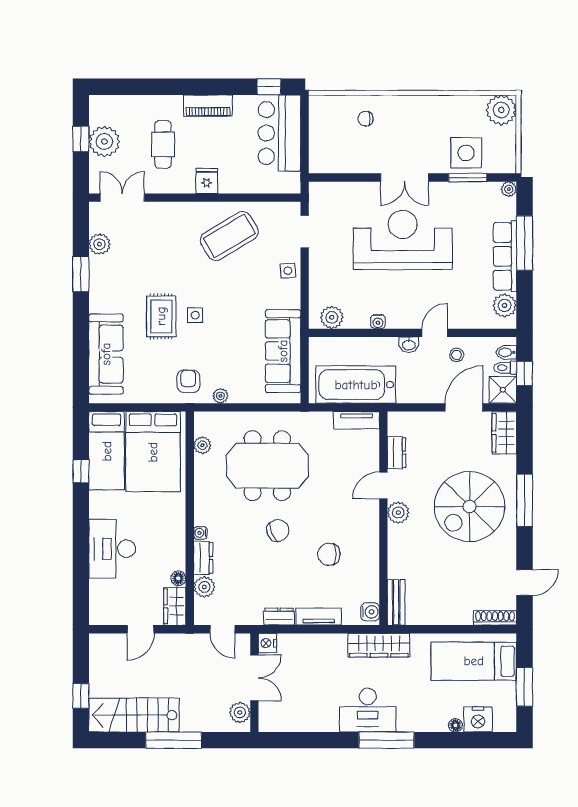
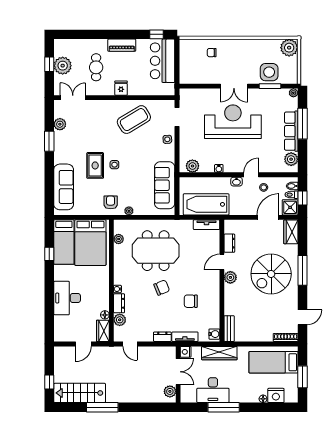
nightstand: (267, 643) -> (186, 352), moved
double door: (254, 678) -> (178, 372), moved
wall: (254, 683) -> (178, 374), moved
plant: (240, 712) -> (170, 391), moved

